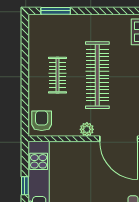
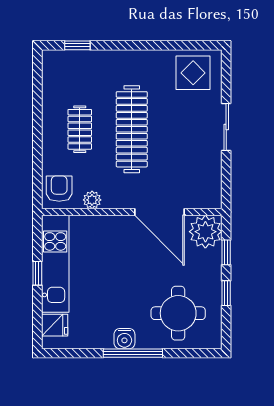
window: (56, 11) -> (77, 45), width x0.67
plant: (87, 129) -> (92, 200), moved

